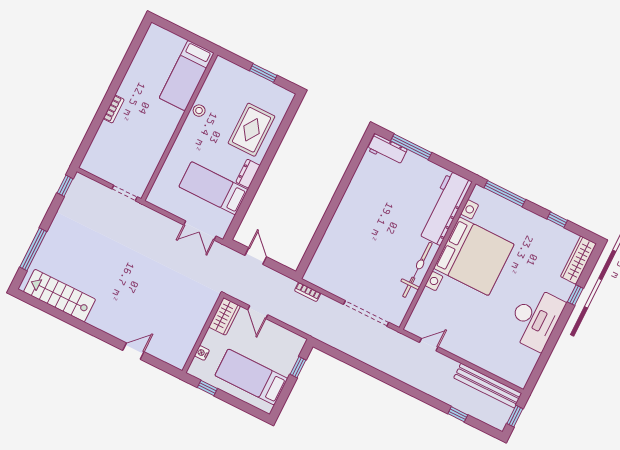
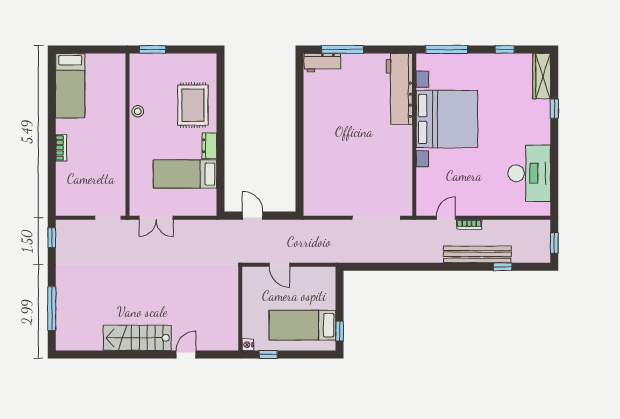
window: (263, 73) -> (152, 49), moved
bed: (187, 76) -> (70, 86), moved
double door: (200, 231) -> (156, 218), moved
bicycle: (417, 270) -> (403, 156), removed
bookcase: (308, 292) -> (469, 225), moved
stairs: (60, 296) -> (137, 338), moved
wardrobe: (225, 316) -> (252, 283), removed
desk: (535, 319) -> (529, 173), moved
nightstand: (202, 353) -> (248, 345), moved
window: (298, 367) -> (340, 331), moved
bench: (488, 386) -> (477, 254), moved

